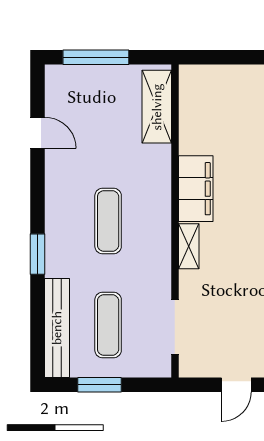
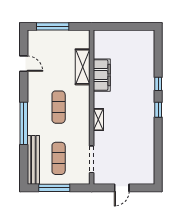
shelving: (157, 107) -> (83, 67), moved
filing cabinet: (196, 189) -> (102, 75), moved
window: (38, 254) -> (24, 123), width x2.11
window: (99, 385) -> (54, 188), width x1.44

